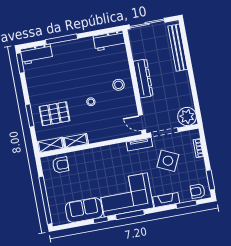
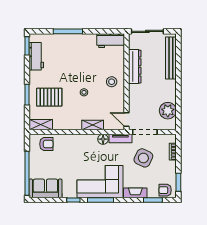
workbench: (36, 54) -> (36, 56), moved, turned -90
dresser: (143, 78) -> (135, 67), moved
plant: (187, 116) -> (168, 111), moved
shelving: (76, 141) -> (93, 125), moved
floor lamp: (121, 149) -> (103, 139), added
sofa: (84, 210) -> (45, 188), moved

